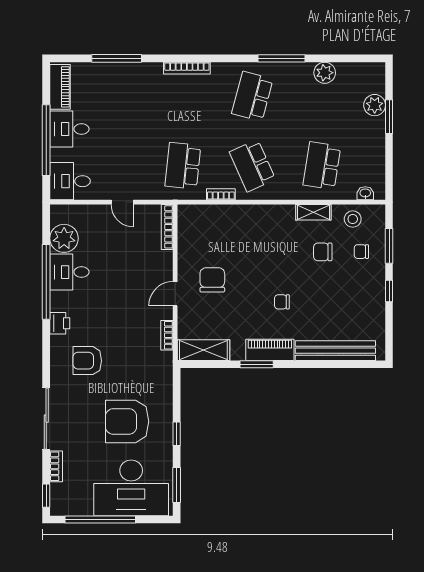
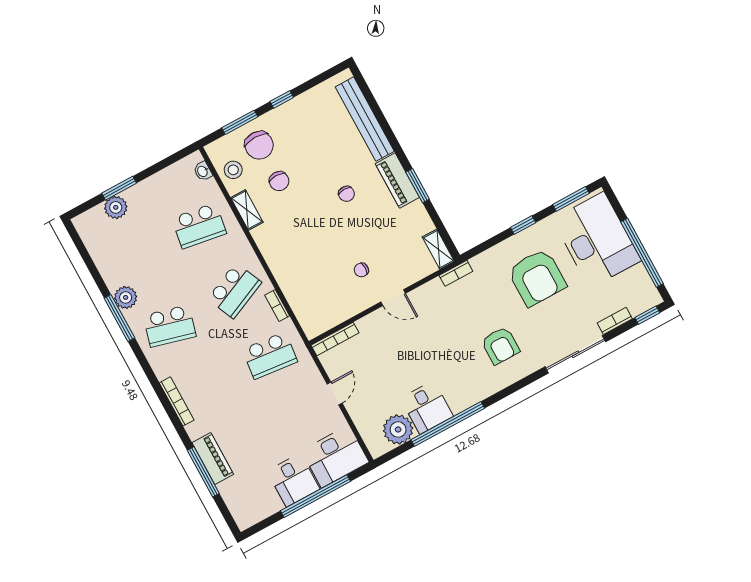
plant: (325, 73) -> (126, 297), moved
piano: (60, 87) -> (213, 458), moved, turned 90
desk: (70, 181) -> (335, 456), width x1.37
chair: (361, 252) -> (259, 145), width x1.87, depth x1.87
chair: (212, 280) -> (361, 270), width x0.54, depth x0.54
printer: (60, 323) -> (479, 390), removed
bookcase: (167, 335) -> (456, 273), moved
shelving: (203, 350) -> (438, 249), width x0.67, depth x0.75

